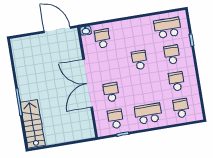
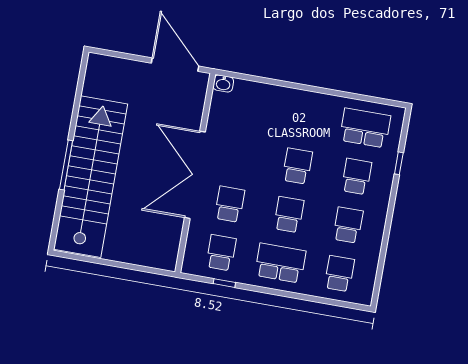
school desk: (102, 39) -> (289, 215), moved
stairs: (33, 124) -> (91, 177), width x1.86, depth x1.51

